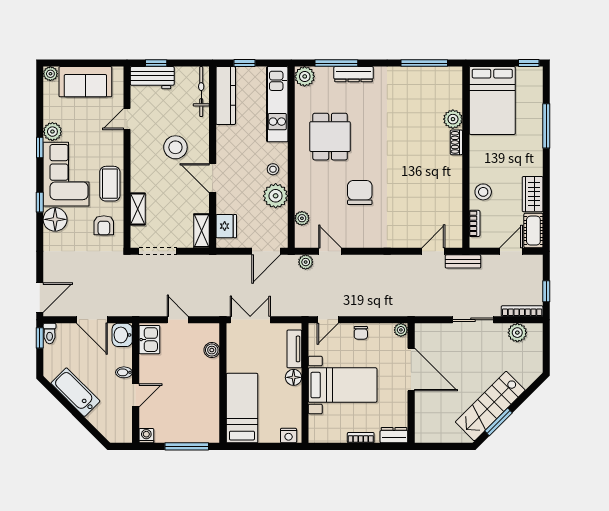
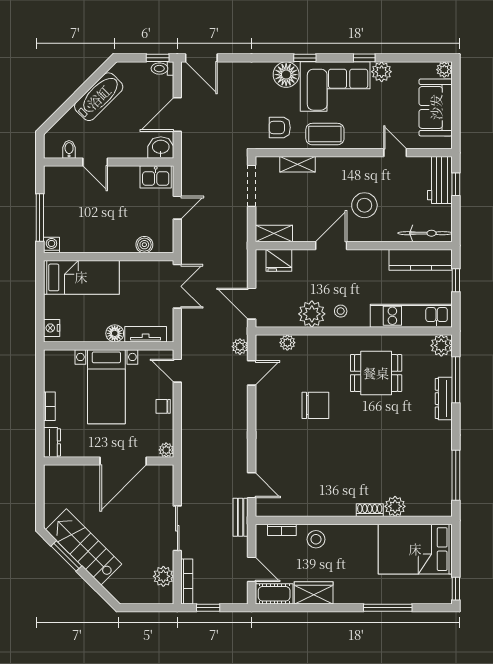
bidet: (124, 372) -> (69, 149), moved
washing machine: (146, 436) -> (51, 245), moved, turned -90

